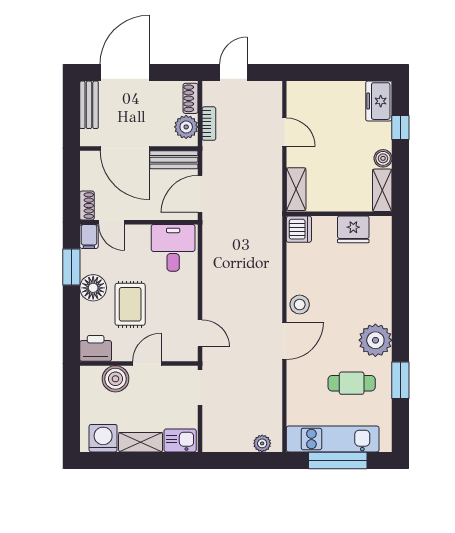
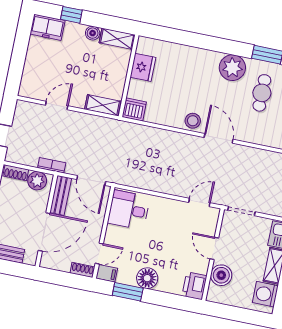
bookcase: (209, 124) -> (52, 165), moved
rug: (130, 304) -> (166, 252), removed

